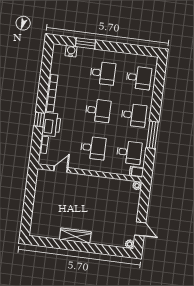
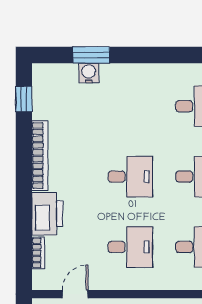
water cooler: (71, 51) -> (89, 73), moved
desk: (103, 73) -> (130, 106), removed
window: (39, 120) -> (24, 99), moved

